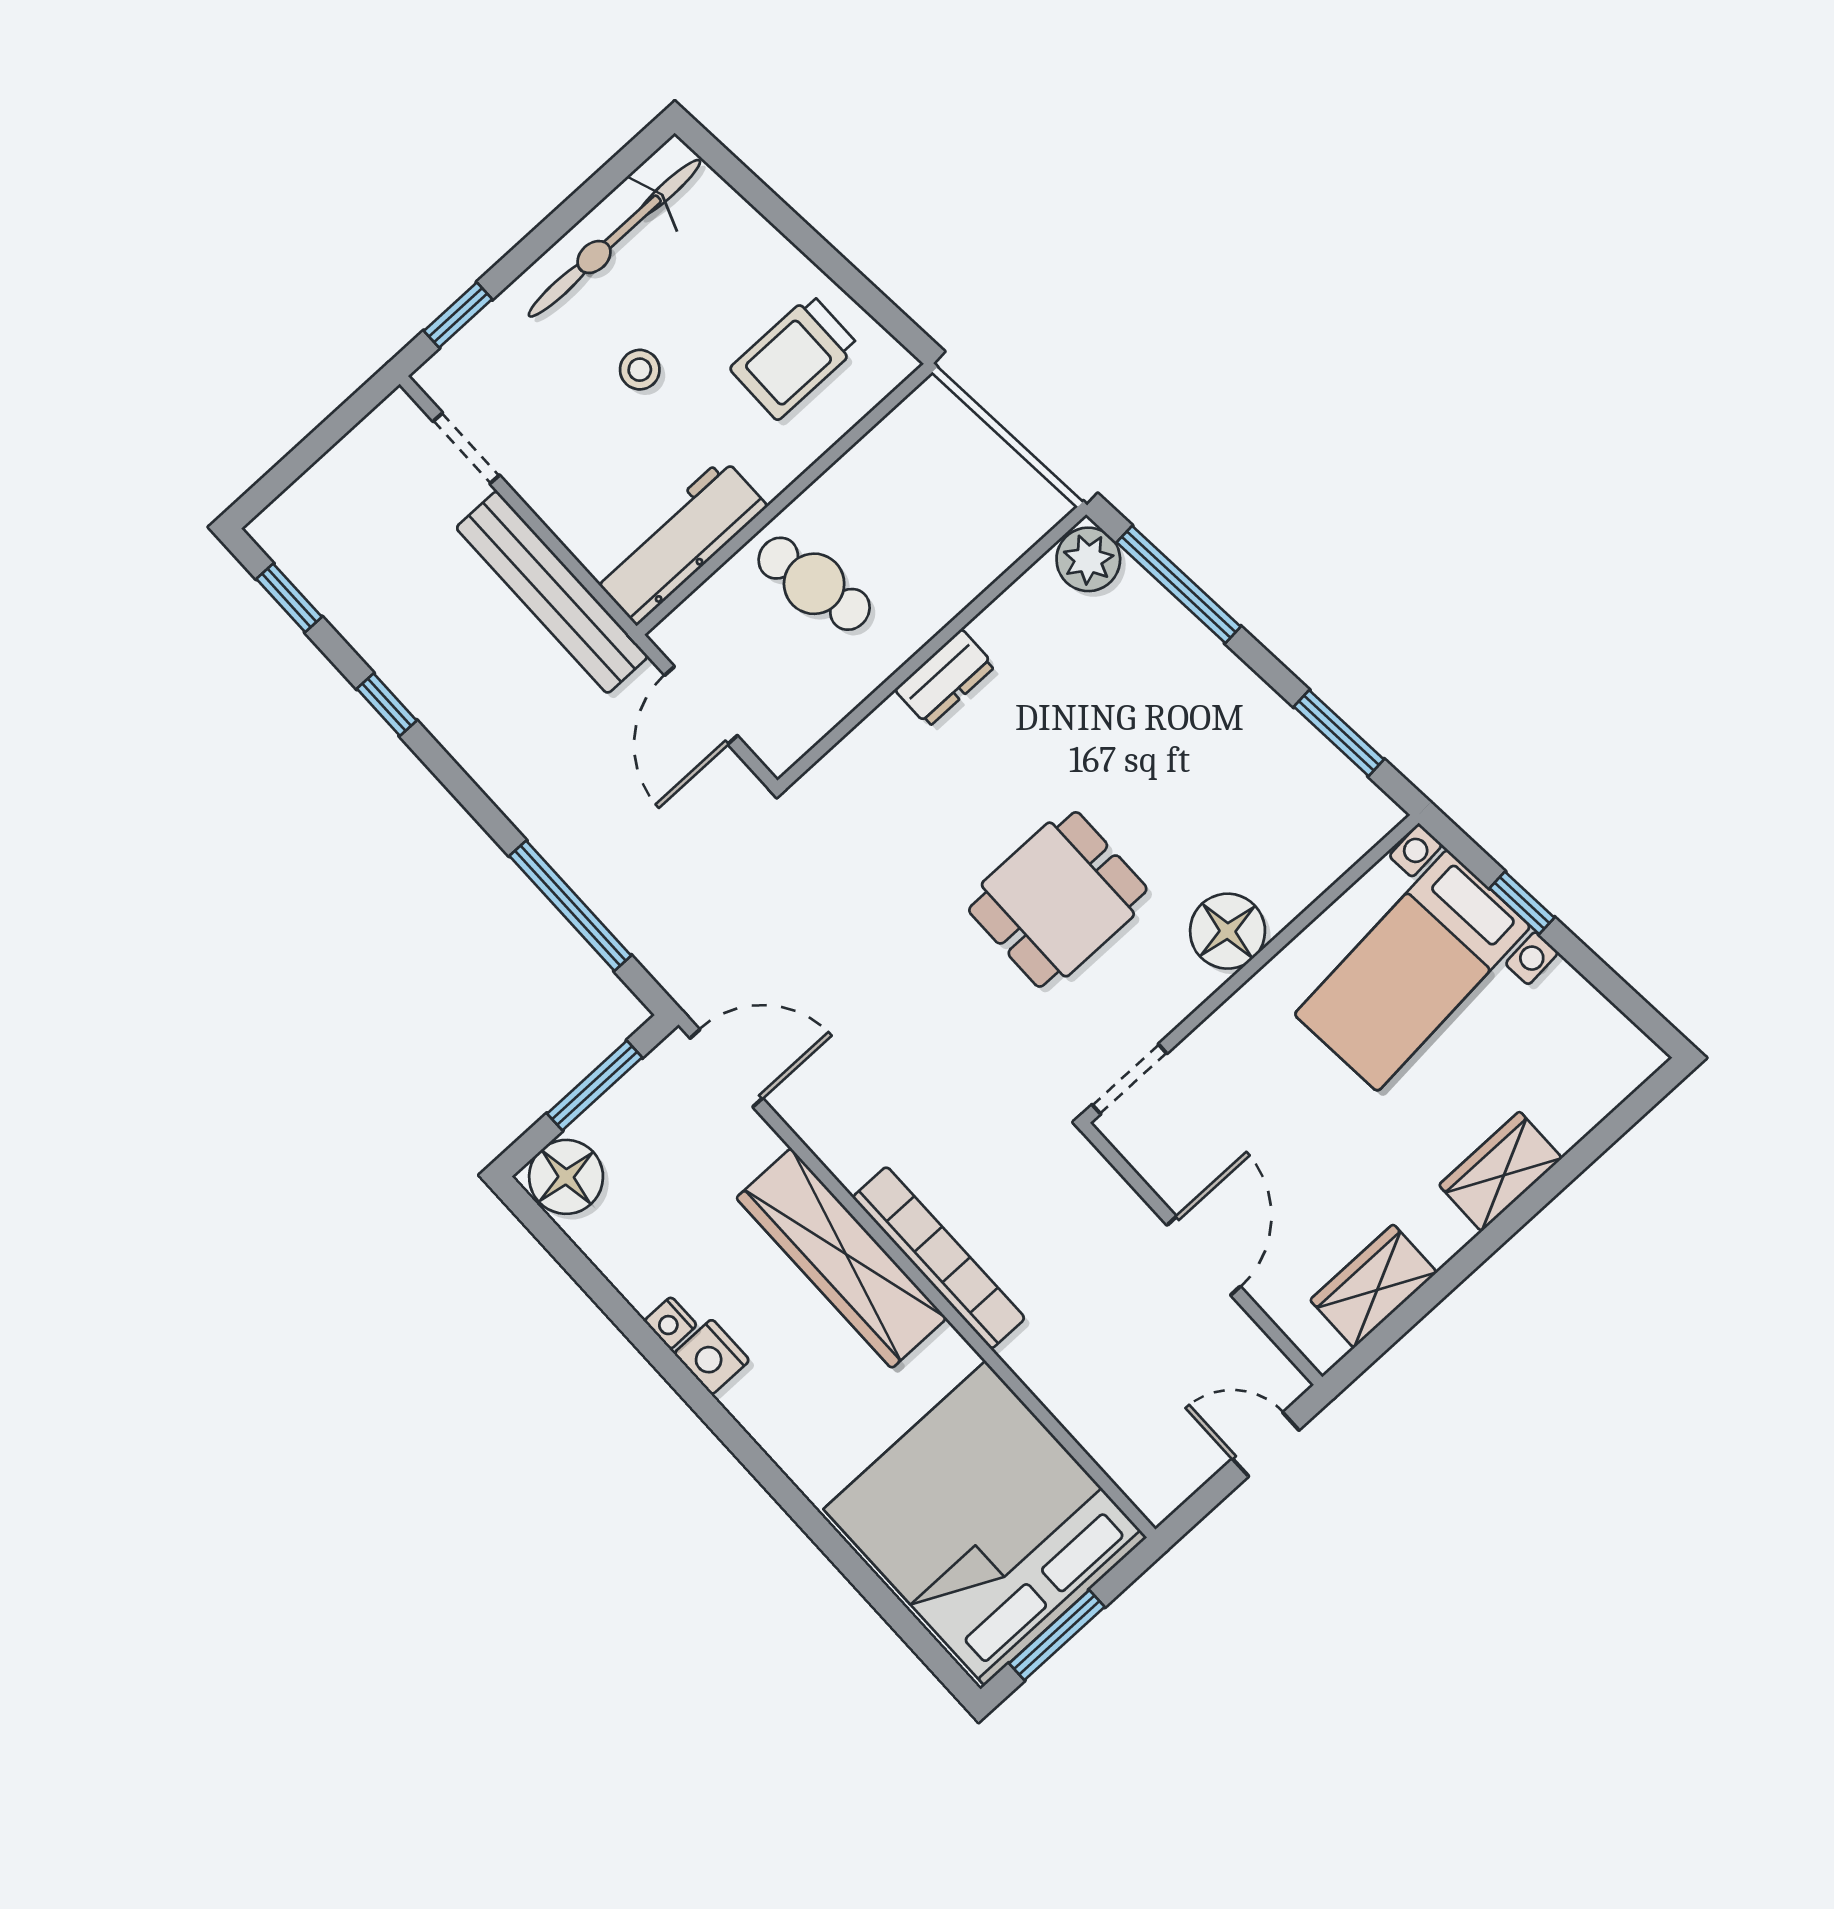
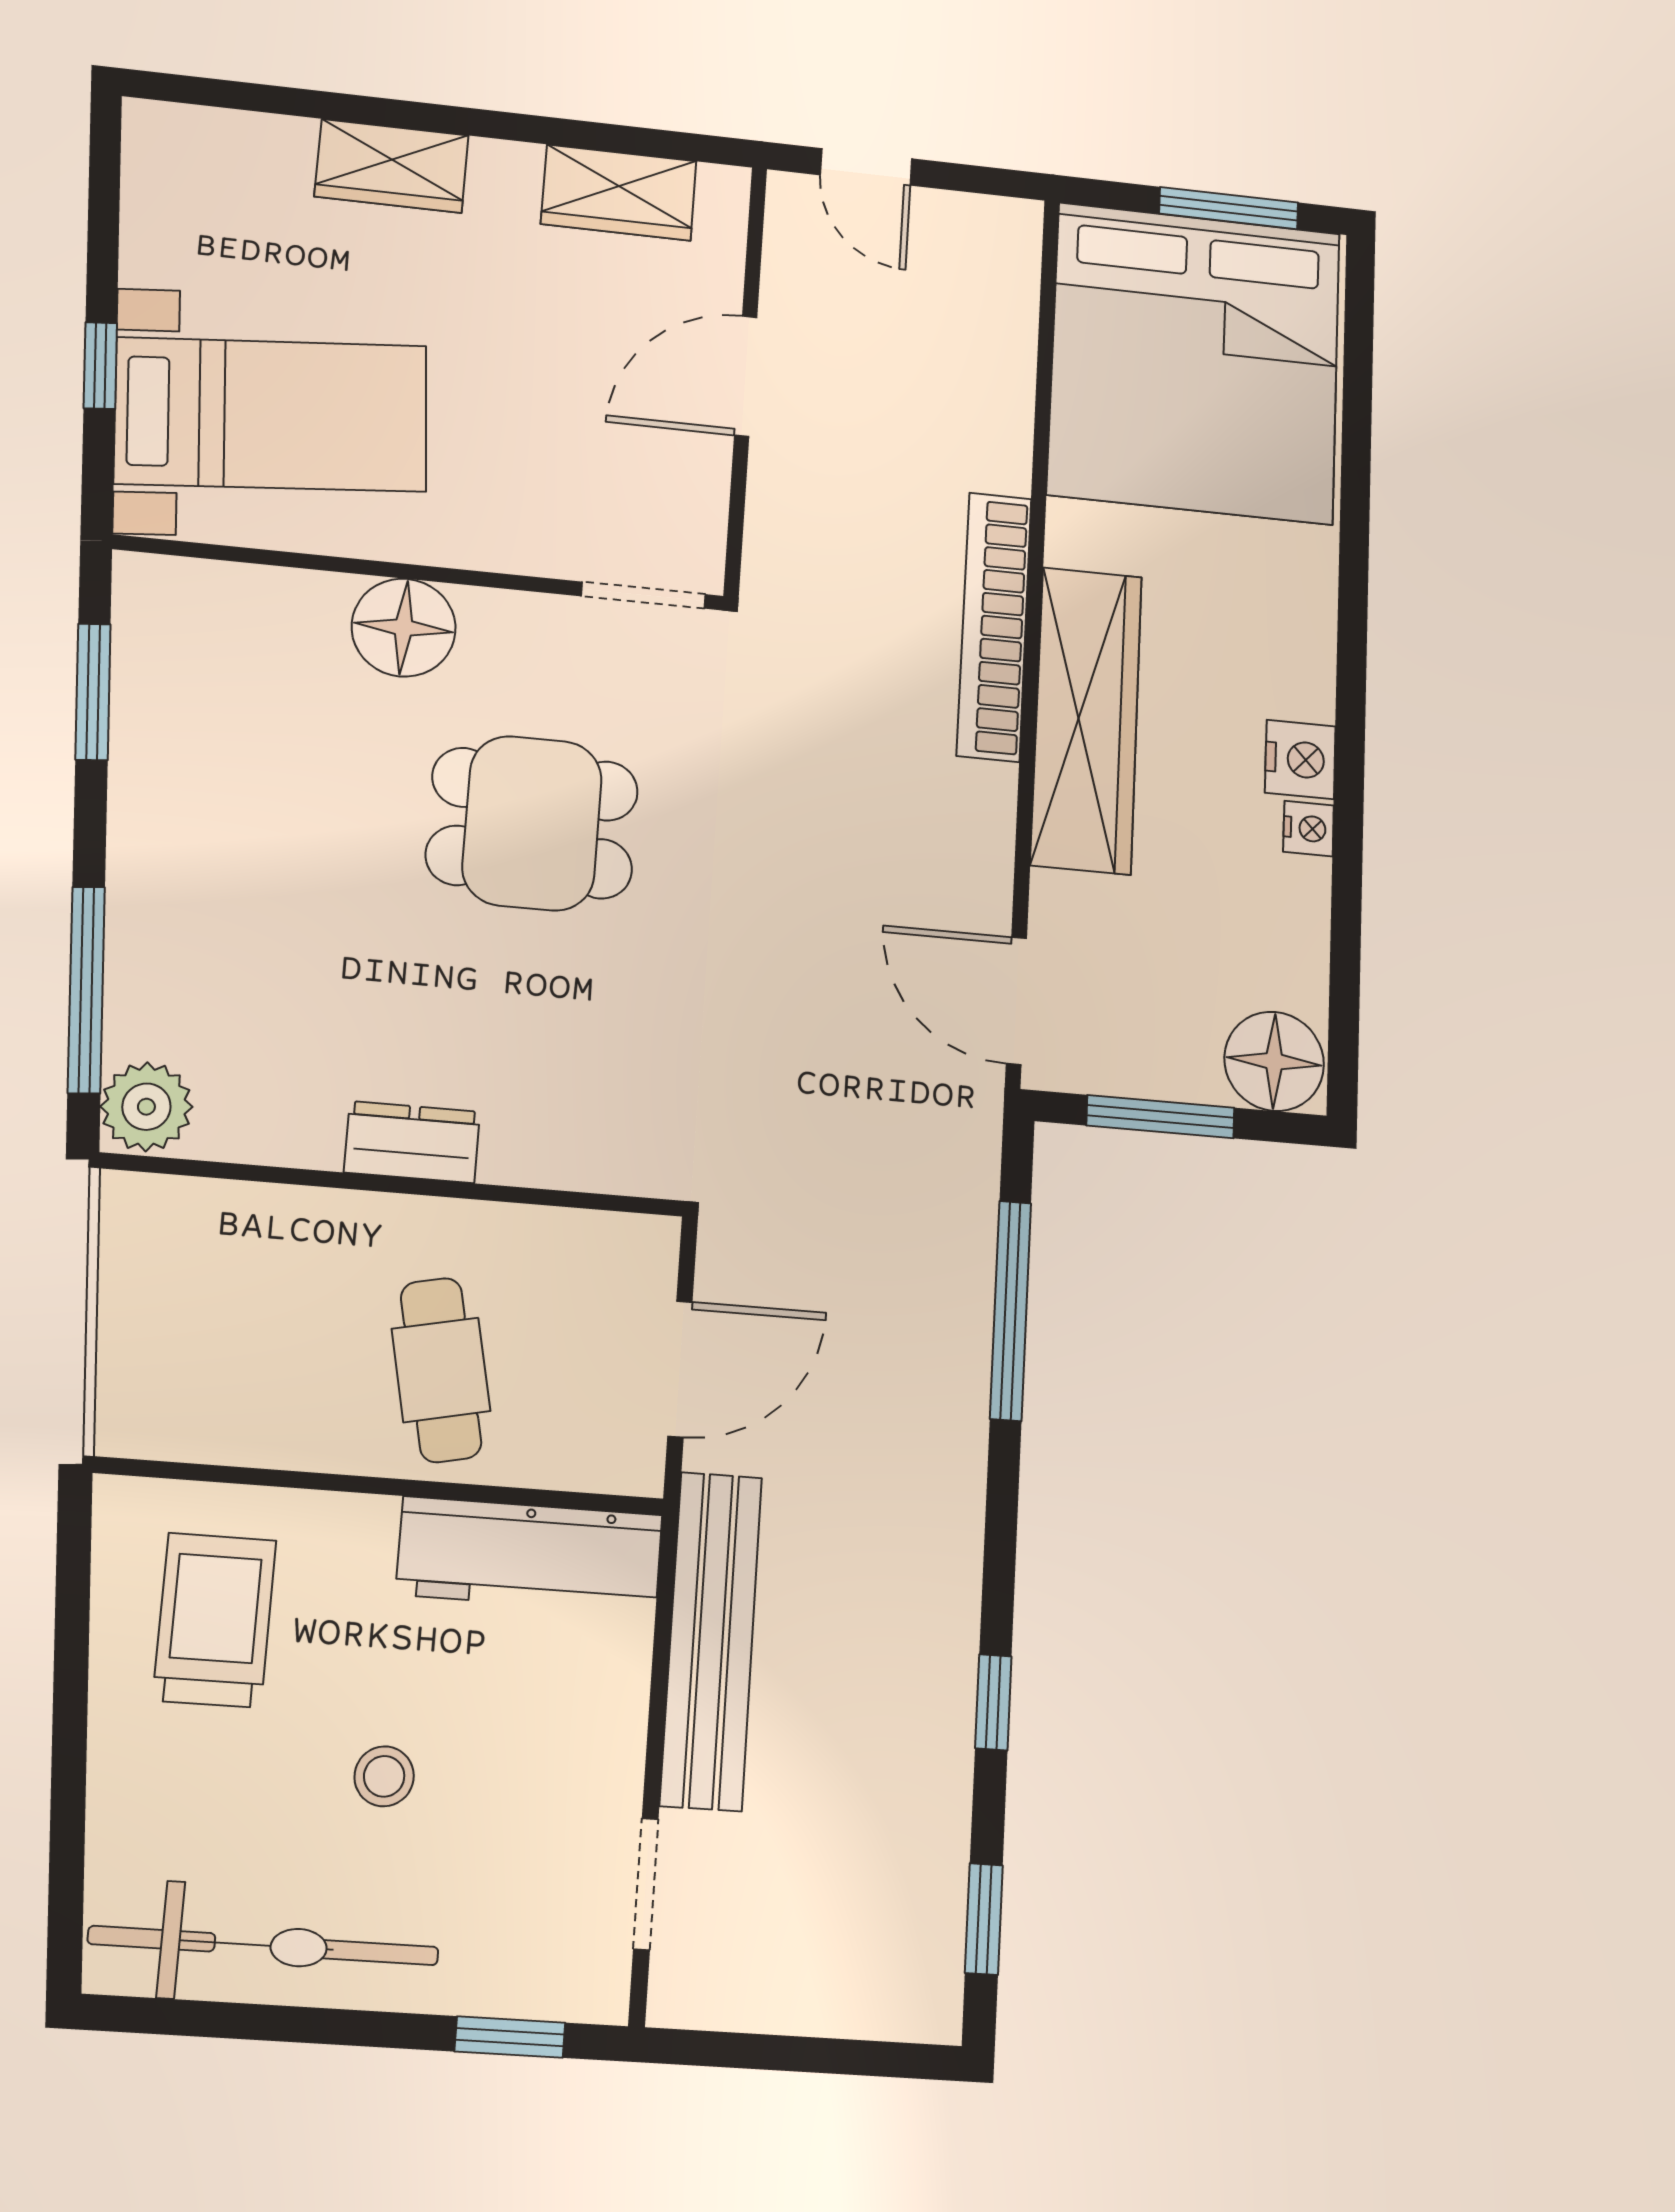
trolley: (794, 357) -> (215, 1620), turned -90

